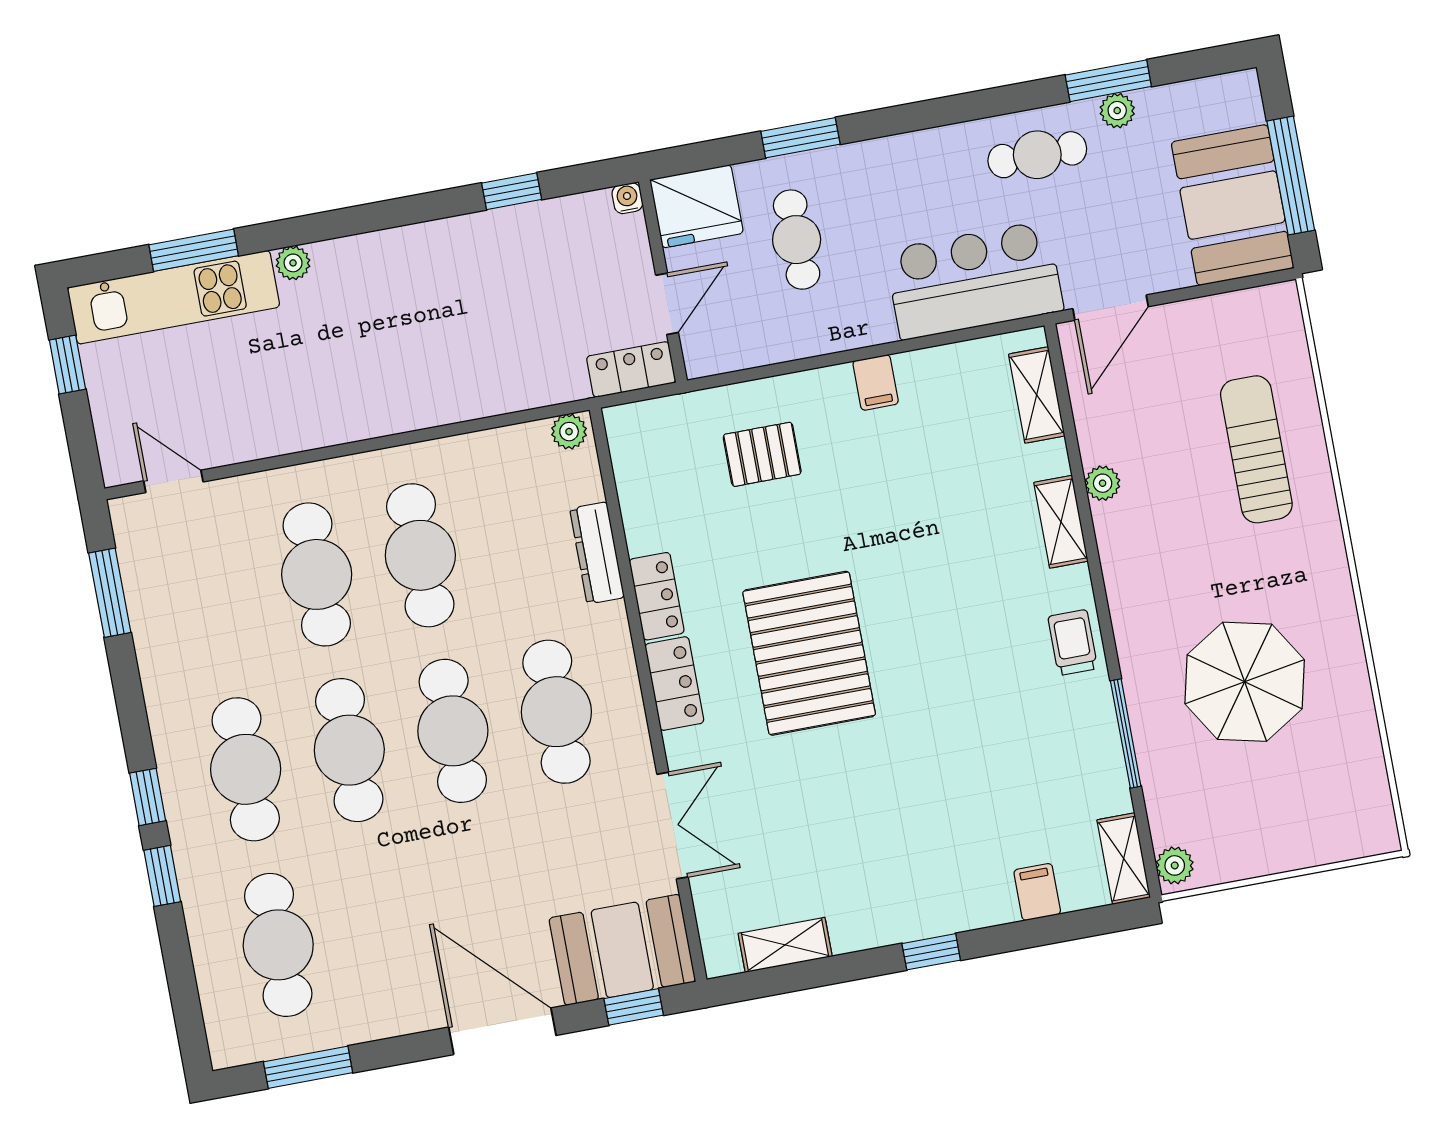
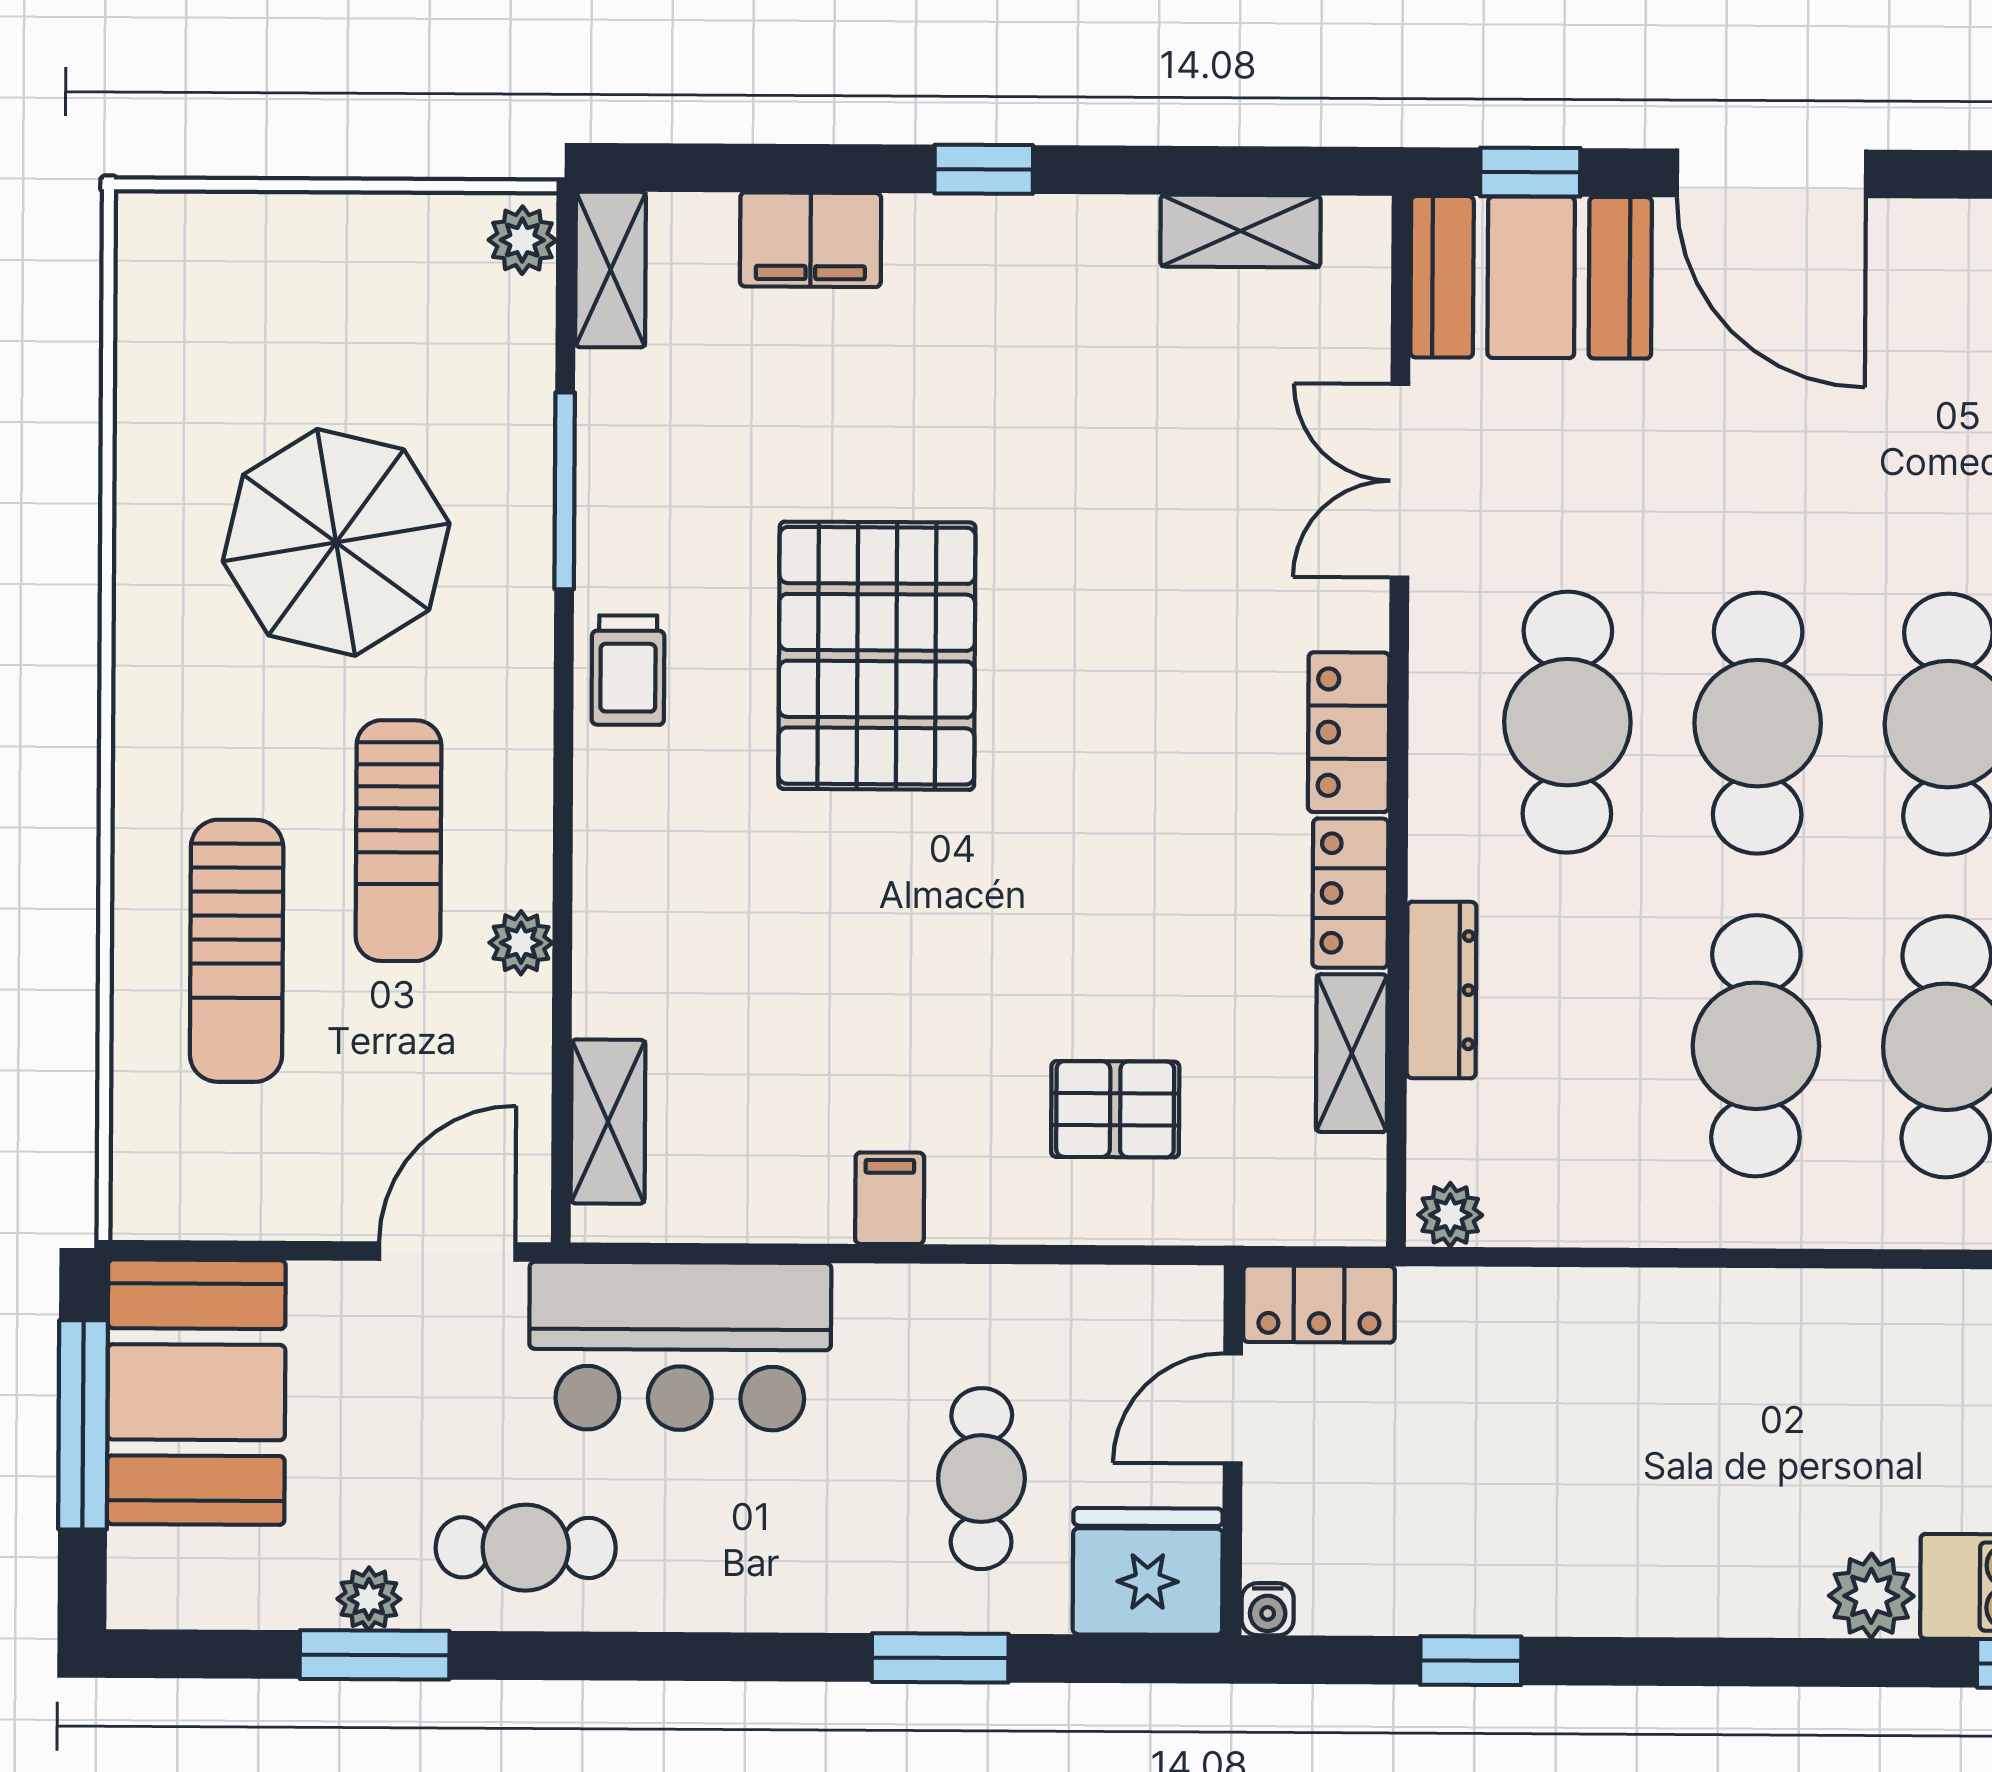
plant: (293, 263) -> (1871, 1596), width x1.38, depth x1.38
shelving: (1061, 522) -> (1352, 1053), moved
sun lounger: (1180, 526) -> (398, 841), added
pallet: (809, 653) -> (877, 656), moved
filing cabinet: (1037, 892) -> (811, 240), width x2.00

